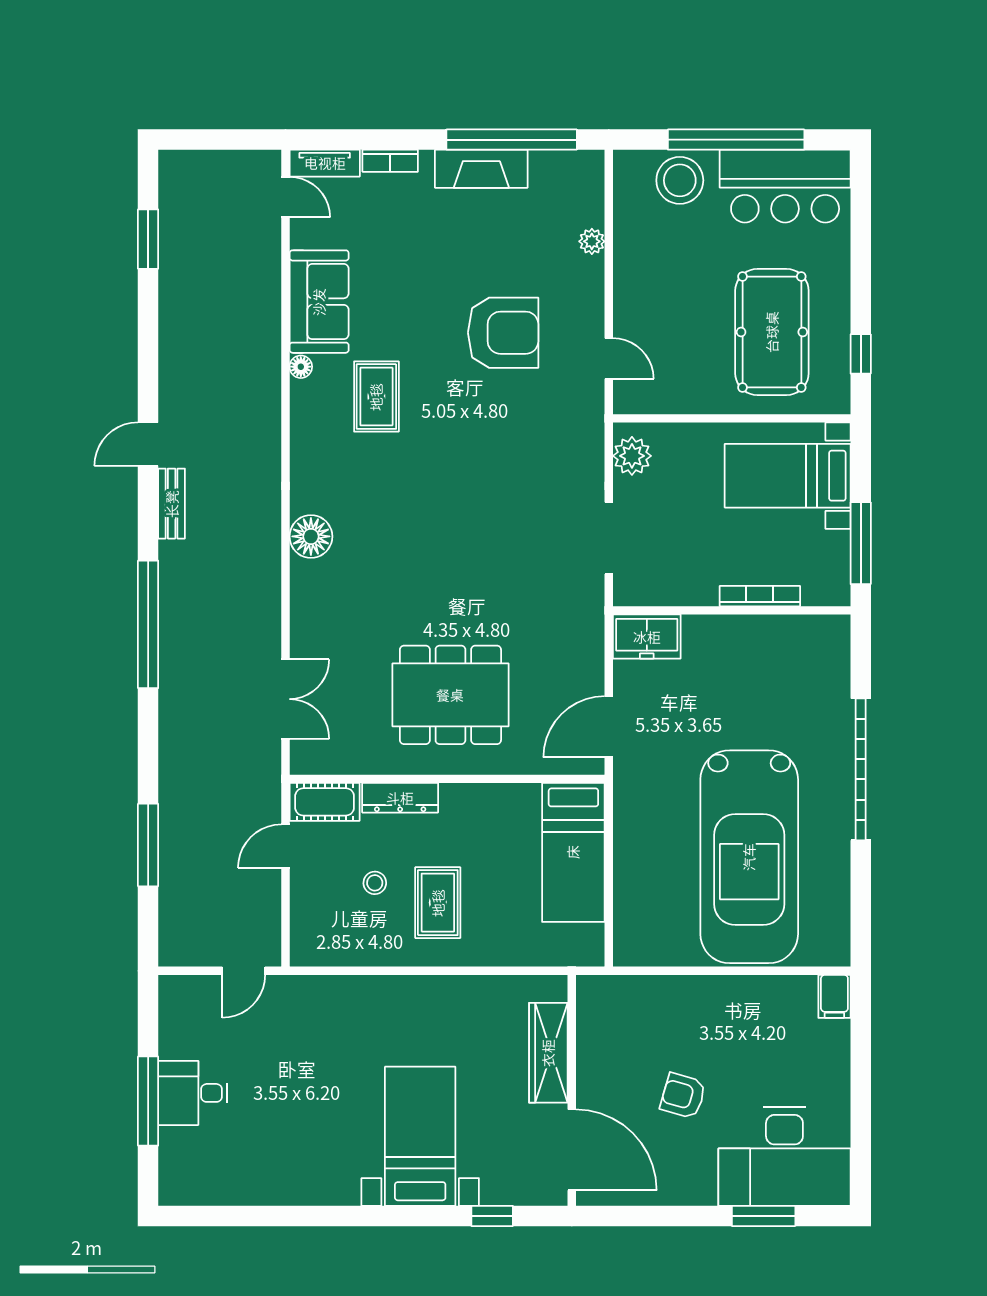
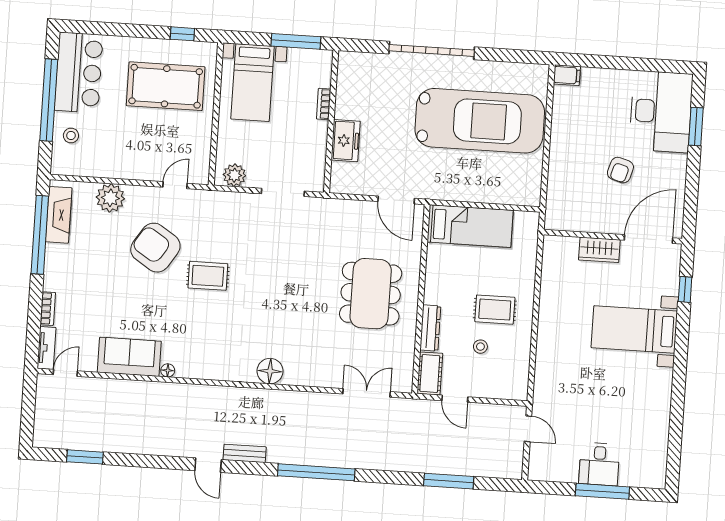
fireplace: (481, 169) -> (59, 215), moved
stool: (680, 180) -> (71, 136), width x0.53, depth x0.53
plant: (592, 241) -> (110, 198), width x1.87, depth x1.87
armchair: (503, 333) -> (155, 248), turned -57
rug: (376, 397) -> (208, 276), moved
bookcase: (760, 596) -> (324, 104), width x0.64
freezer: (647, 637) -> (346, 141), moved
wardrobe: (548, 1053) -> (599, 250), width x0.67

